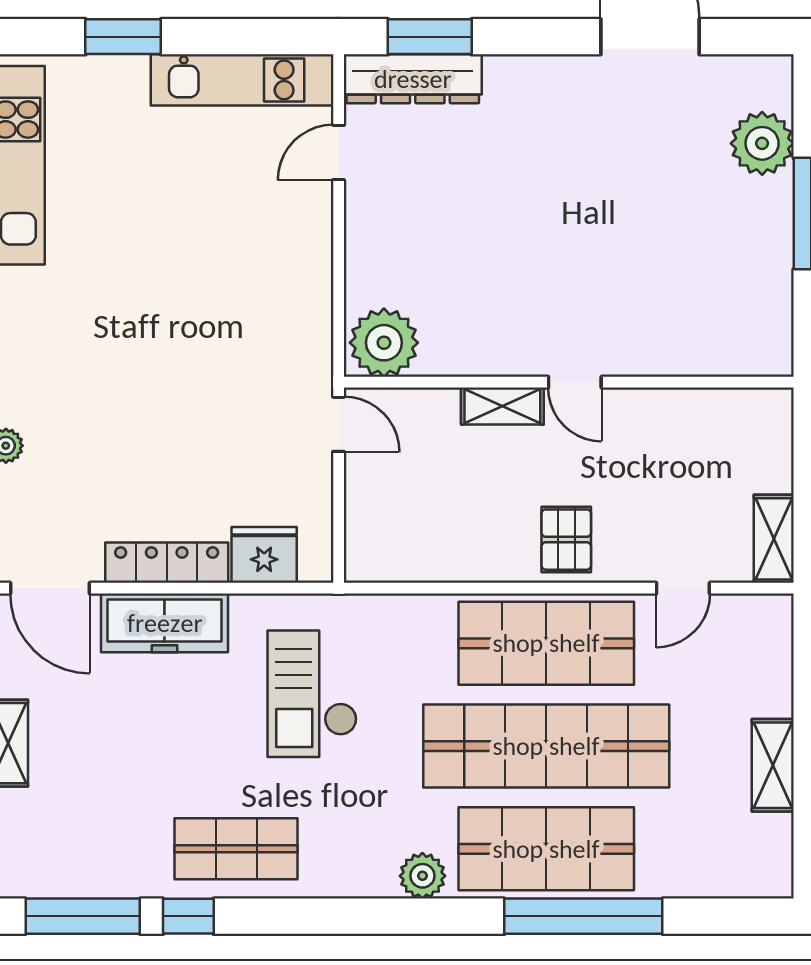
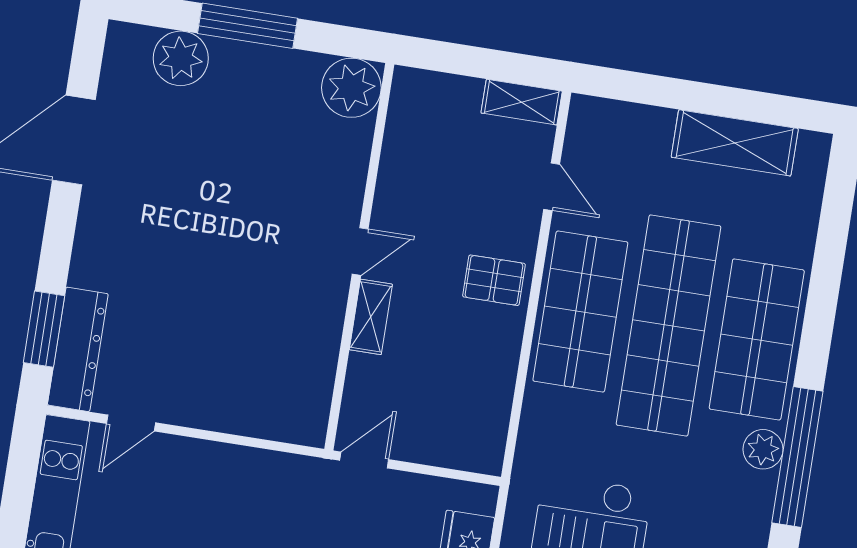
door: (339, 153) -> (131, 423), hinge flipped
plant: (384, 343) -> (351, 88), moved
shelving: (773, 765) -> (735, 143), width x1.50, depth x1.33
window: (583, 916) -> (797, 457), moved

